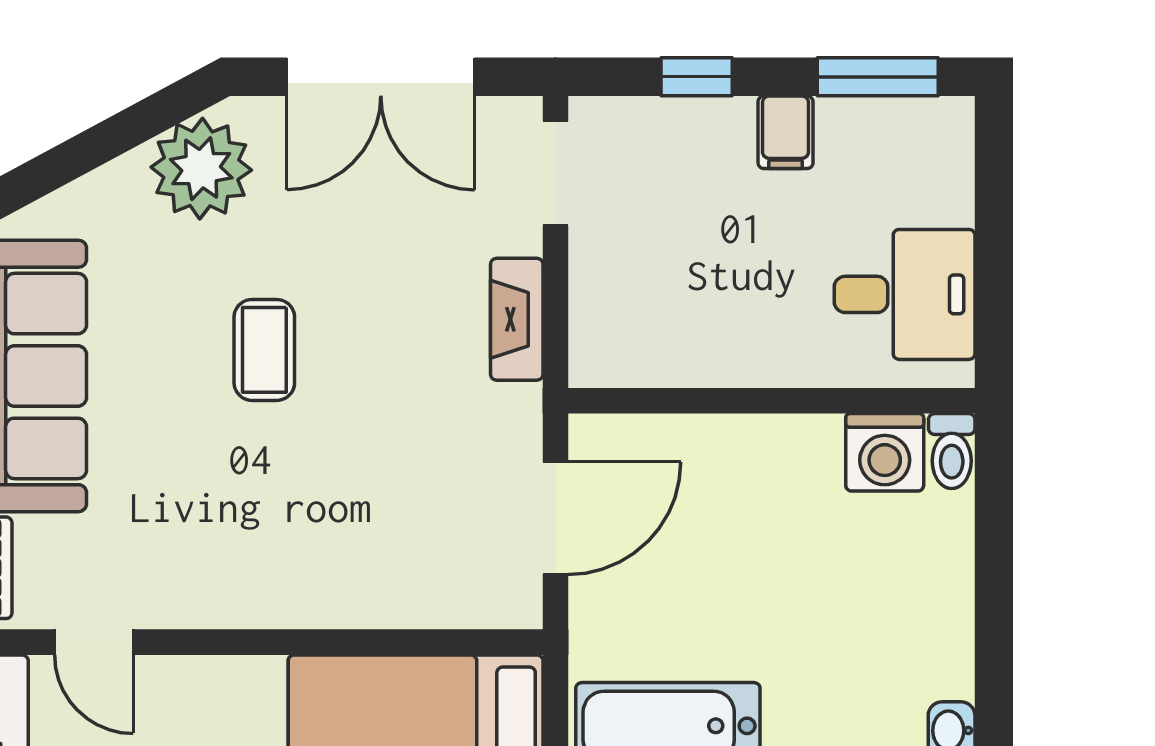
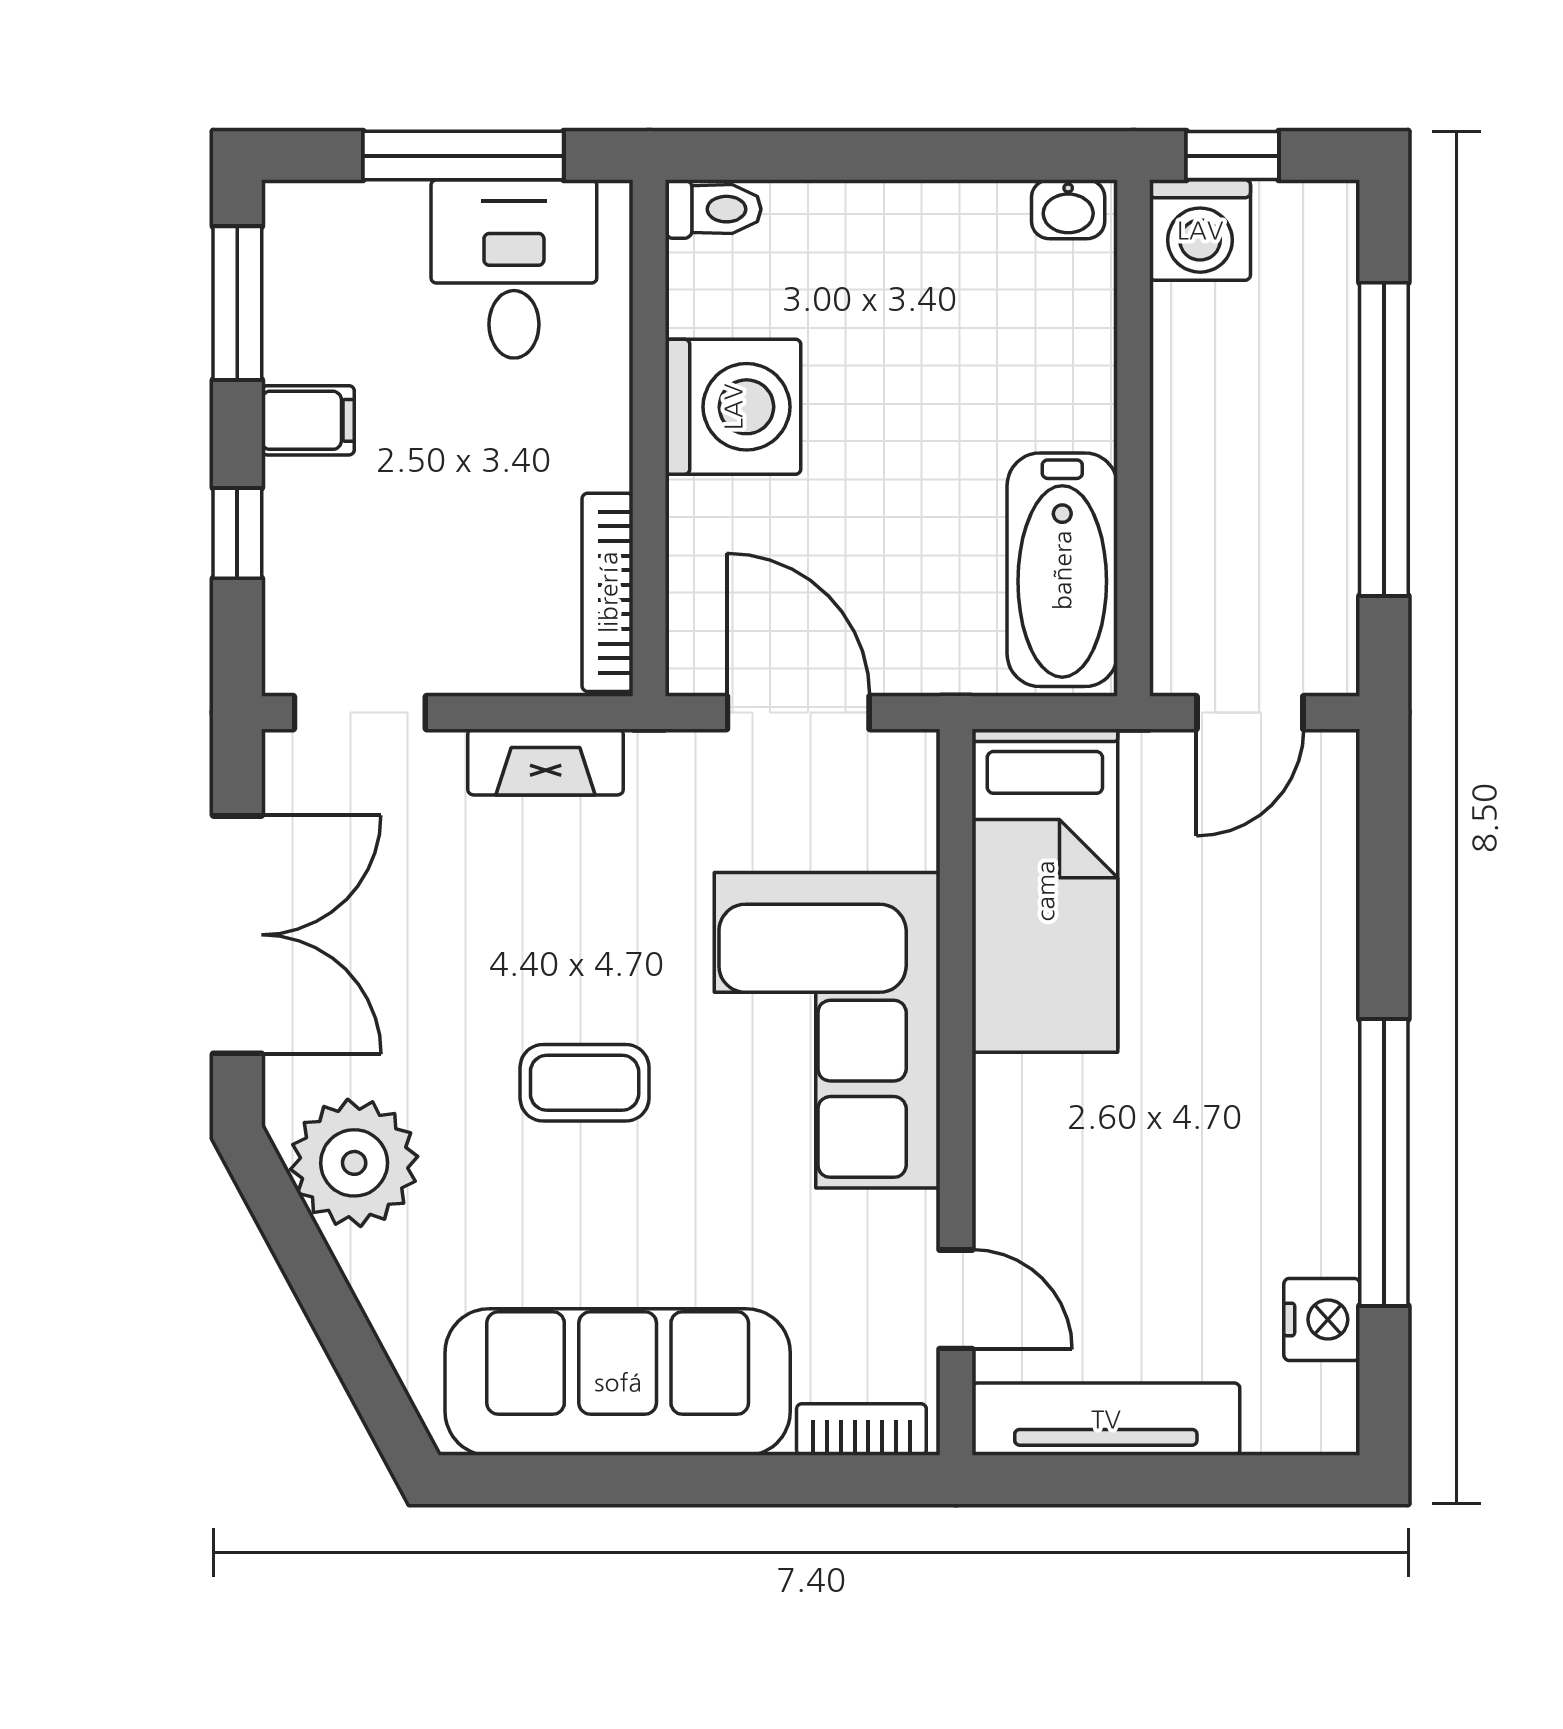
window: (994, 255) -> (463, 156), added
bookcase: (650, 368) -> (608, 592), added
washing machine: (885, 452) -> (733, 407), moved, width x1.37, depth x1.37
corner sofa: (305, 541) -> (827, 1030), added
door: (94, 642) -> (956, 1299), hinge flipped

